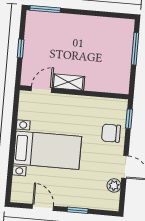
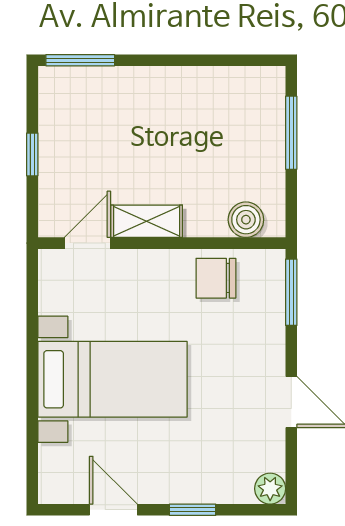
boiler: (112, 85) -> (246, 220), added
window: (129, 119) -> (291, 292), width x1.50
chair: (111, 133) -> (216, 278), moved
plant: (114, 185) -> (270, 489), moved

